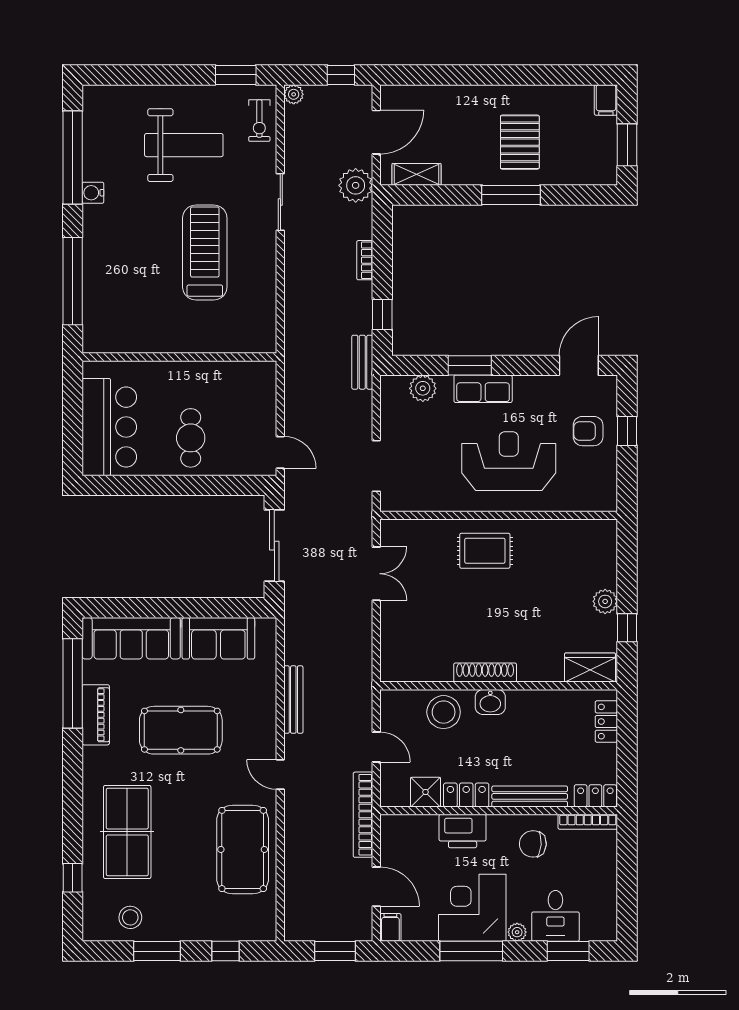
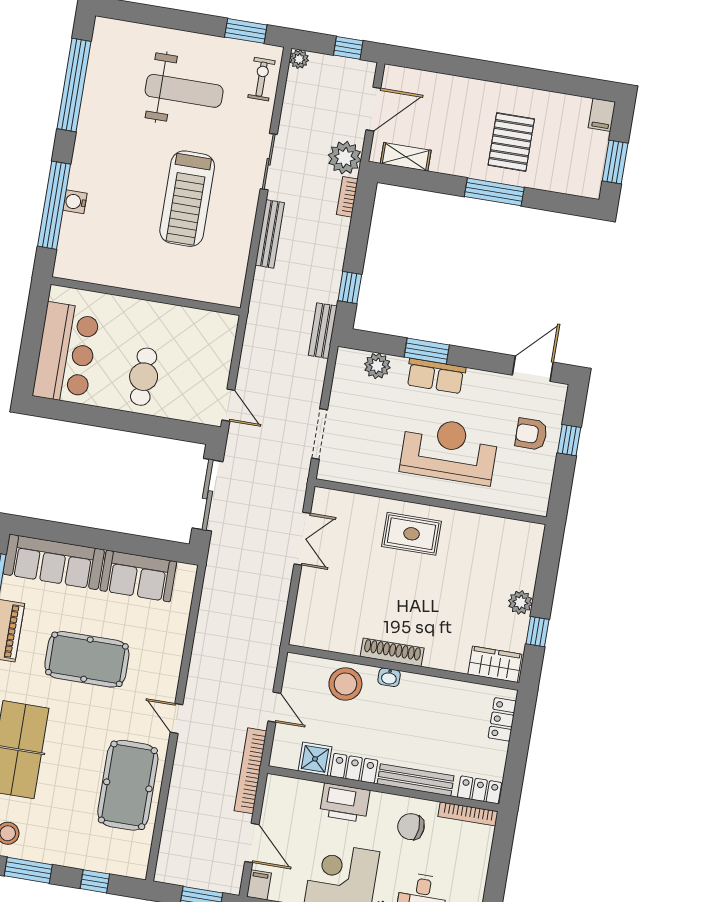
exercise bike: (259, 121) -> (261, 79), turned 180
water cooler: (93, 193) -> (75, 202), moved
treadmill: (205, 253) -> (187, 199), turned 180
bookcase: (365, 260) -> (347, 197), moved
bench: (293, 700) -> (270, 234), moved
washbasin: (490, 702) -> (389, 677), width x0.72, depth x0.69

